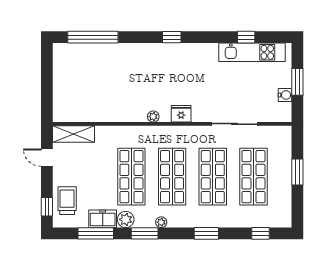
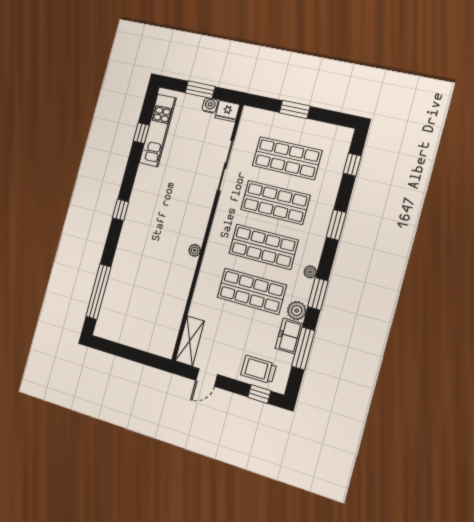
fridge: (181, 114) -> (227, 111), moved, turned -90

